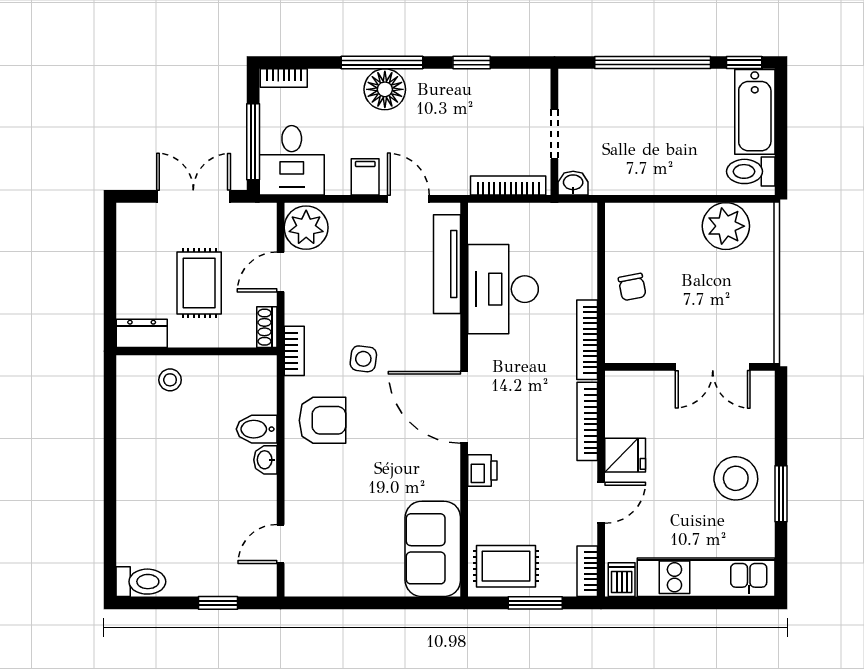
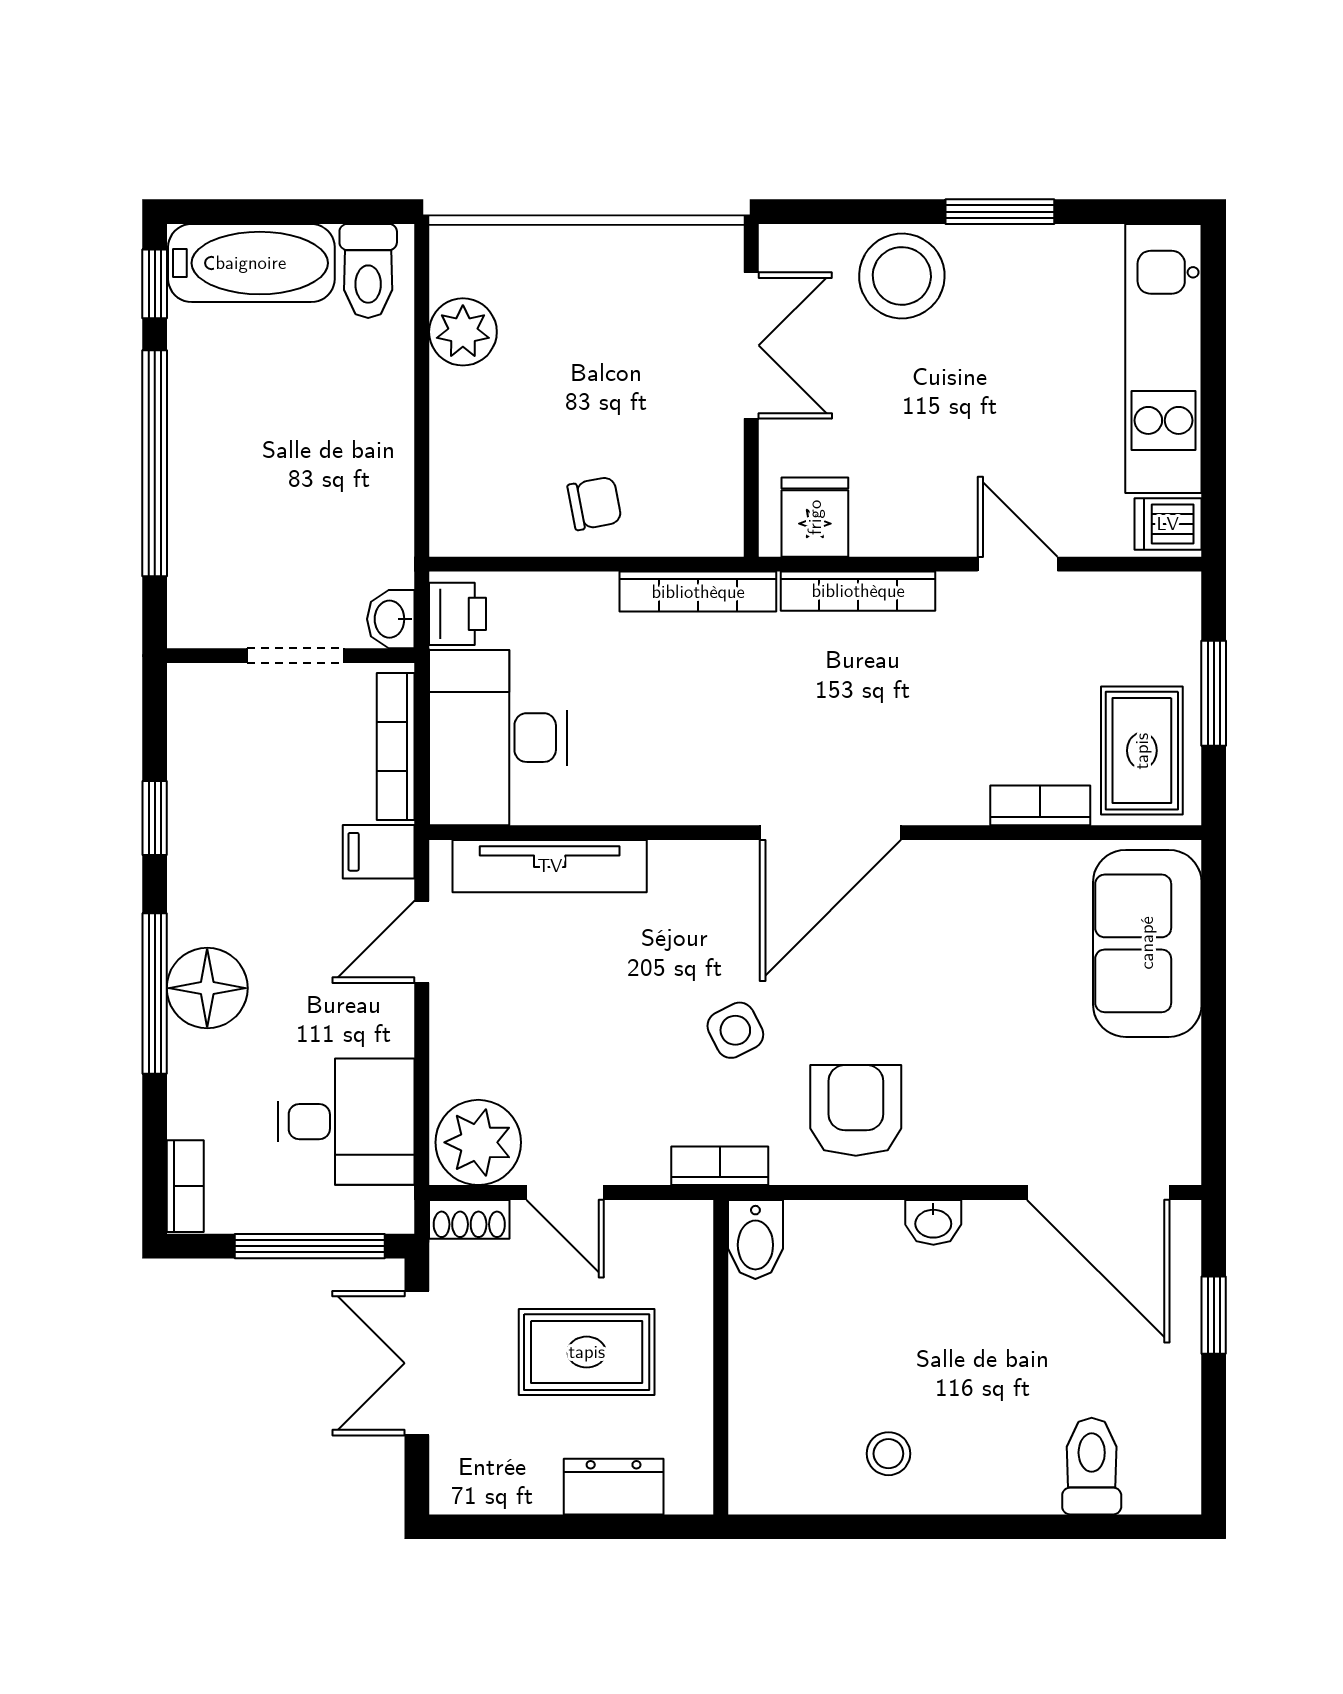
desk: (292, 160) -> (346, 1122), moved
filing cabinet: (365, 177) -> (379, 852), moved
plant: (726, 226) -> (463, 332), width x0.73, depth x0.73
desk: (503, 289) -> (498, 738), moved, turned 90
shoe rack: (267, 327) -> (469, 1219), moved
dresser: (142, 333) -> (614, 1487), moved, turned 90
side table: (363, 359) -> (735, 1030), turned -34
stool: (170, 380) -> (888, 1454), moved
bidet: (257, 429) -> (755, 1239), moved
fridge: (625, 455) -> (815, 517), moved
printer: (482, 471) -> (458, 614), moved, turned 90
stool: (736, 478) -> (902, 276), moved
door: (281, 544) -> (1098, 1192), width x1.88
sofa: (433, 549) -> (1147, 943), moved, turned 90
bookcase: (587, 571) -> (1040, 805), moved, turned 180
toilet: (141, 582) -> (1092, 1466), moved

